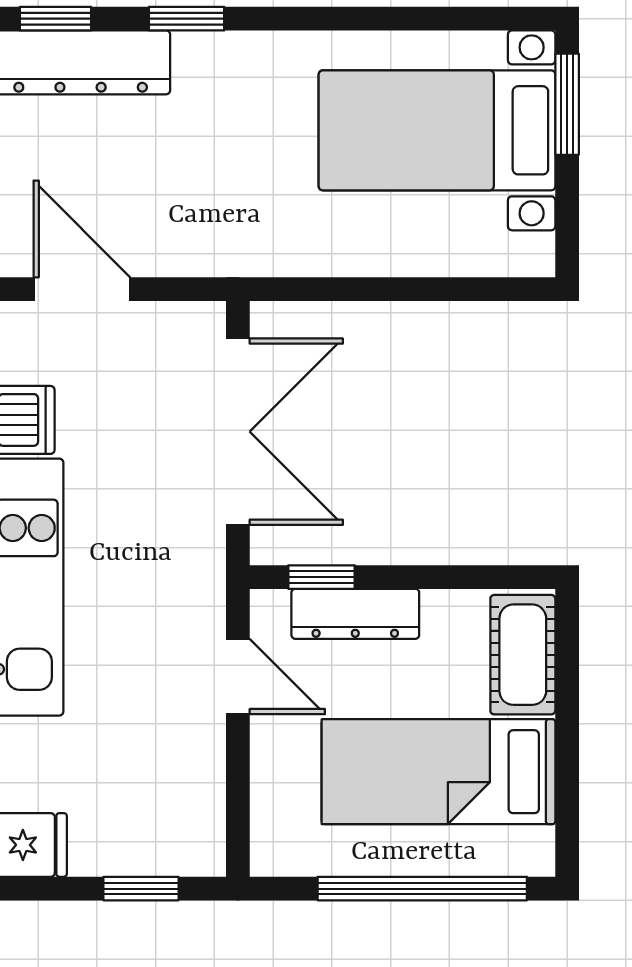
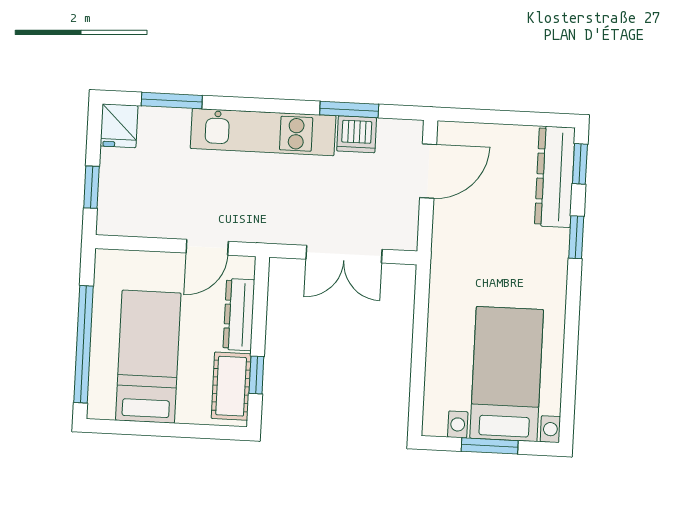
window: (567, 104) -> (490, 446), moved
double door: (238, 432) -> (344, 254), width x0.73
window: (322, 577) -> (256, 375), moved
cot: (523, 655) -> (231, 386), moved, turned 90

